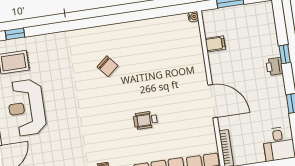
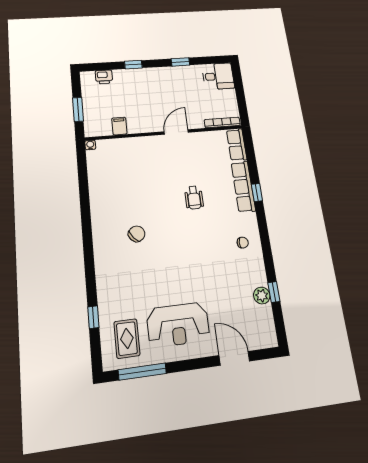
window: (15, 34) -> (93, 317), moved
printer: (274, 66) -> (104, 77), moved
door: (213, 101) -> (176, 132), width x0.73

